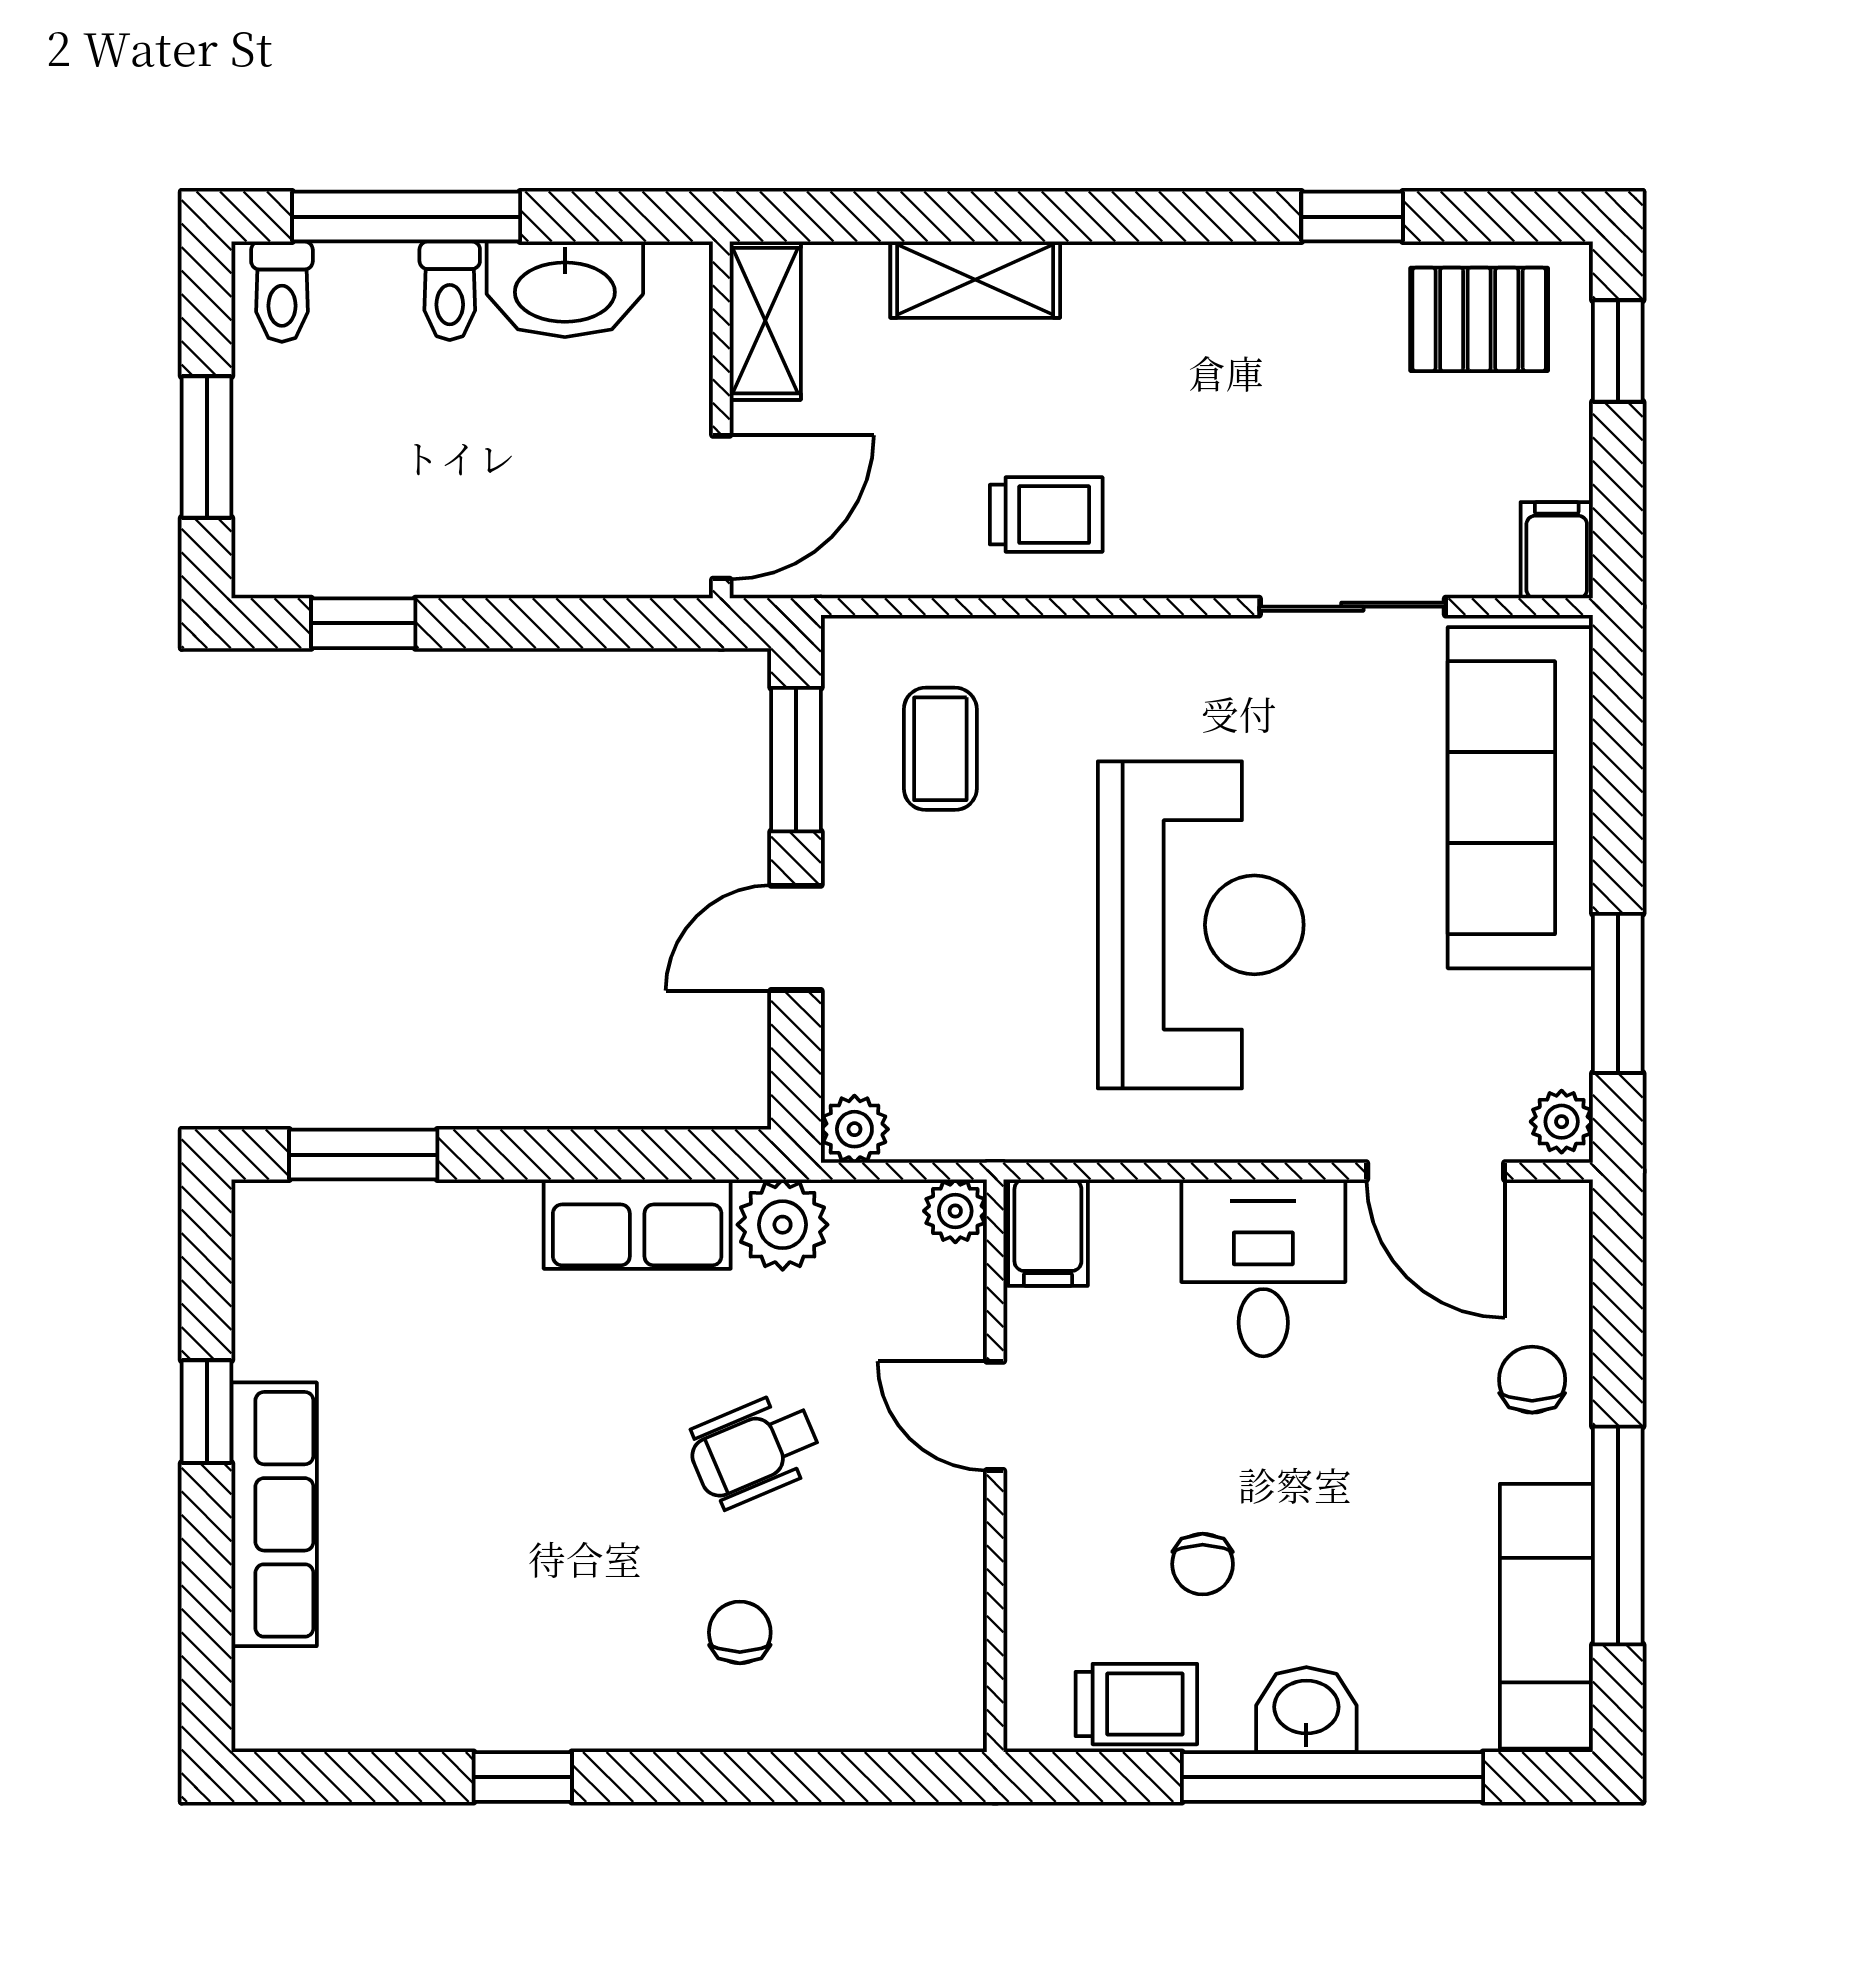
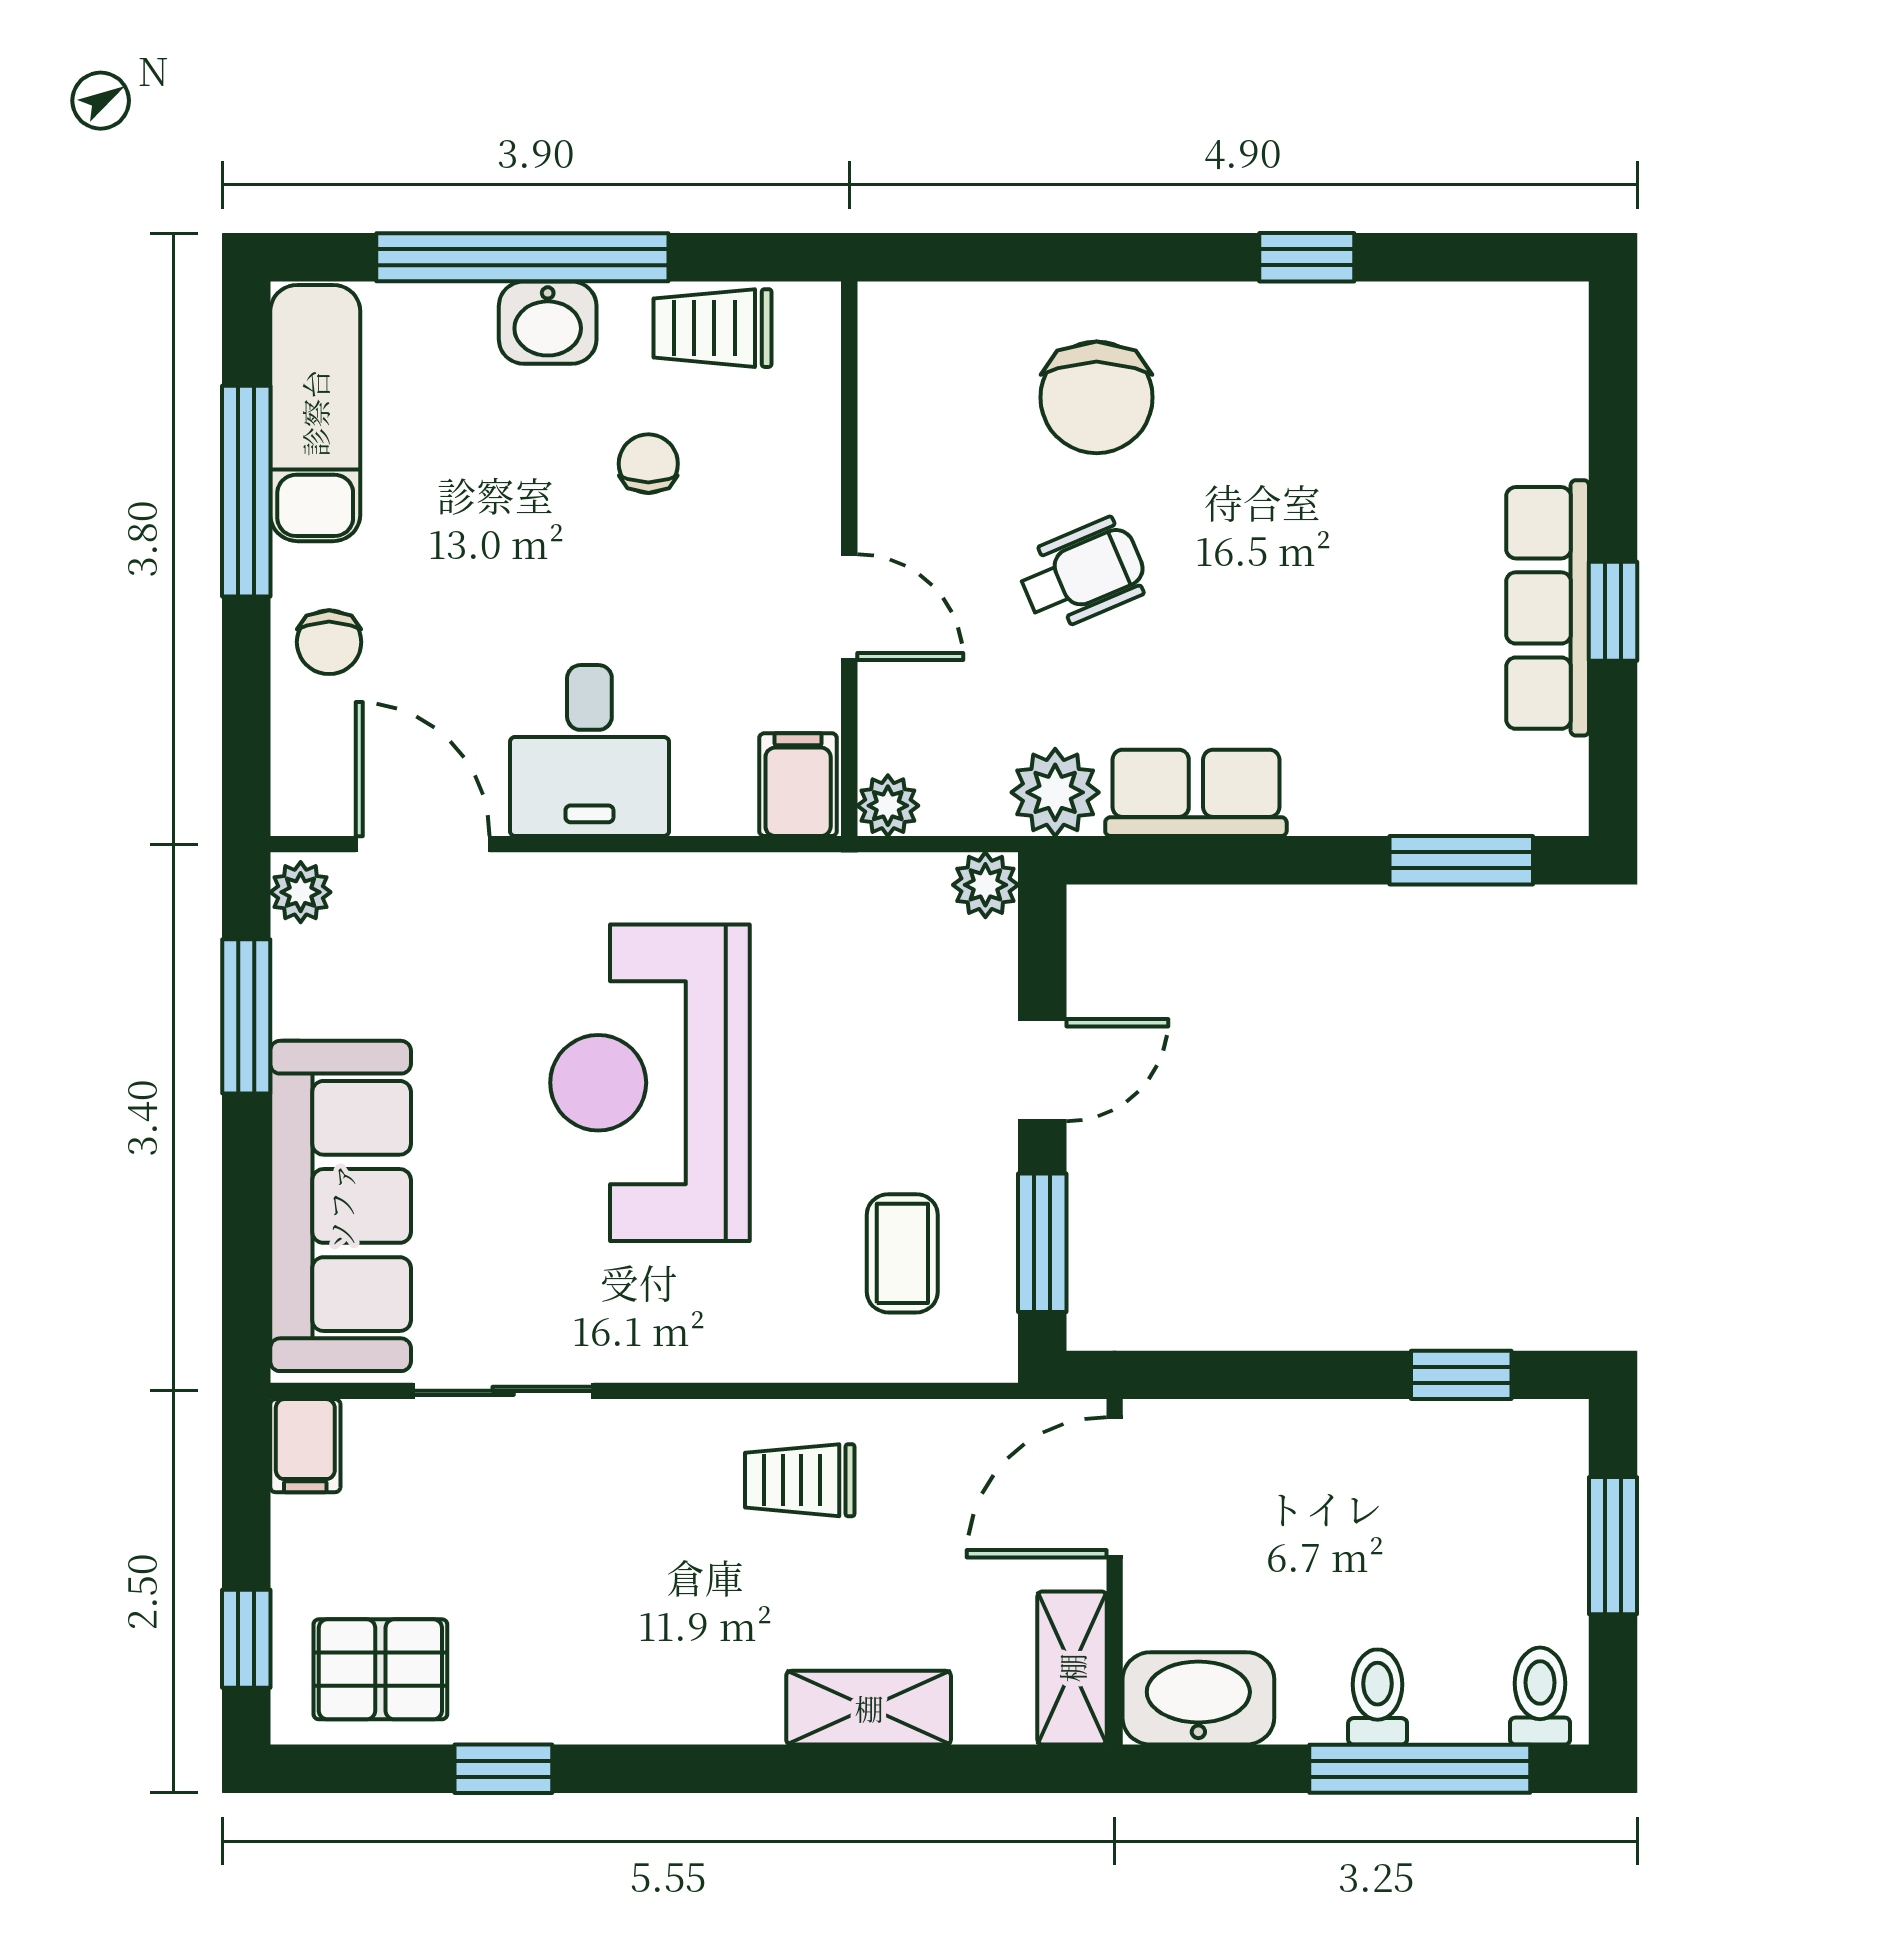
washbasin: (565, 289) -> (1198, 1698), moved
row of seats: (274, 1514) -> (1548, 608), moved
chair: (740, 1632) -> (1097, 397), width x1.87, depth x1.87

